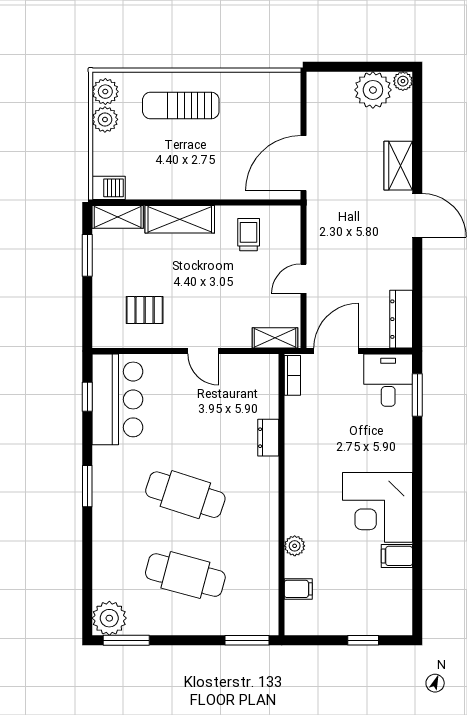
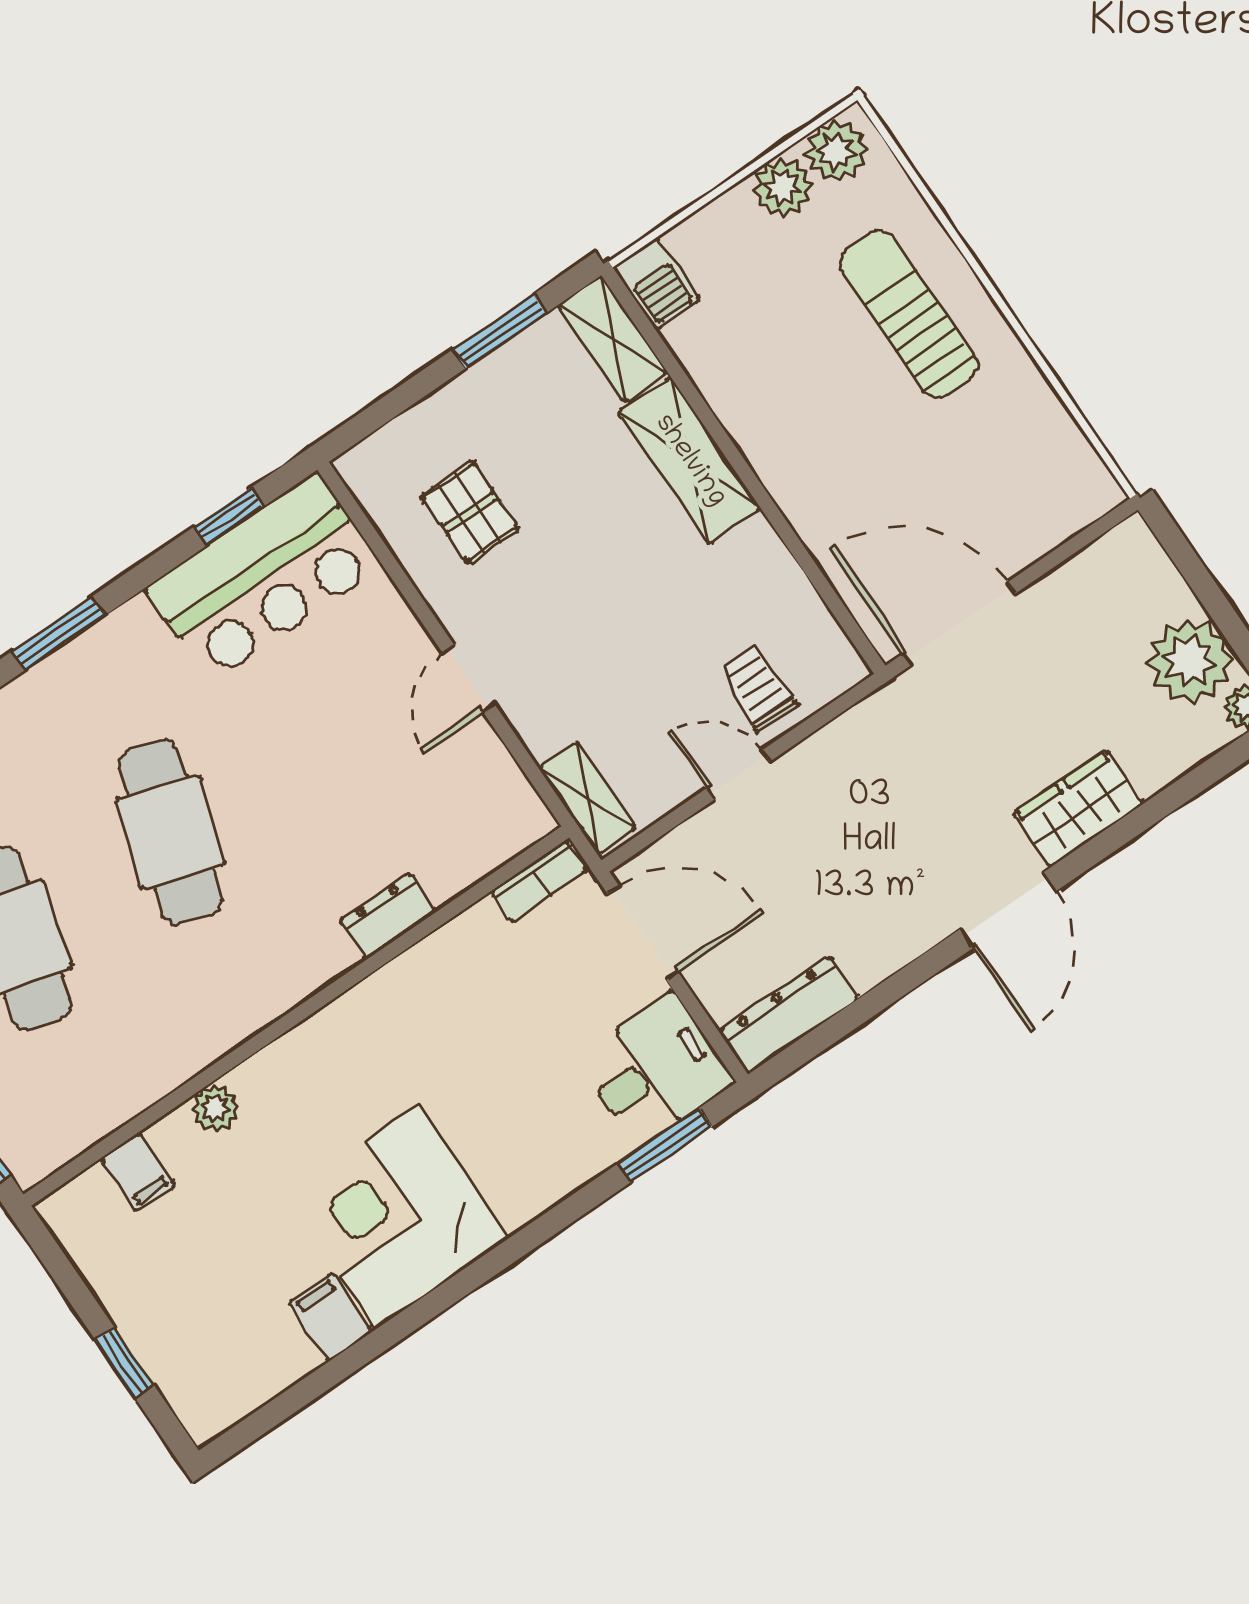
trolley: (249, 235) -> (758, 687), moved, turned -88

